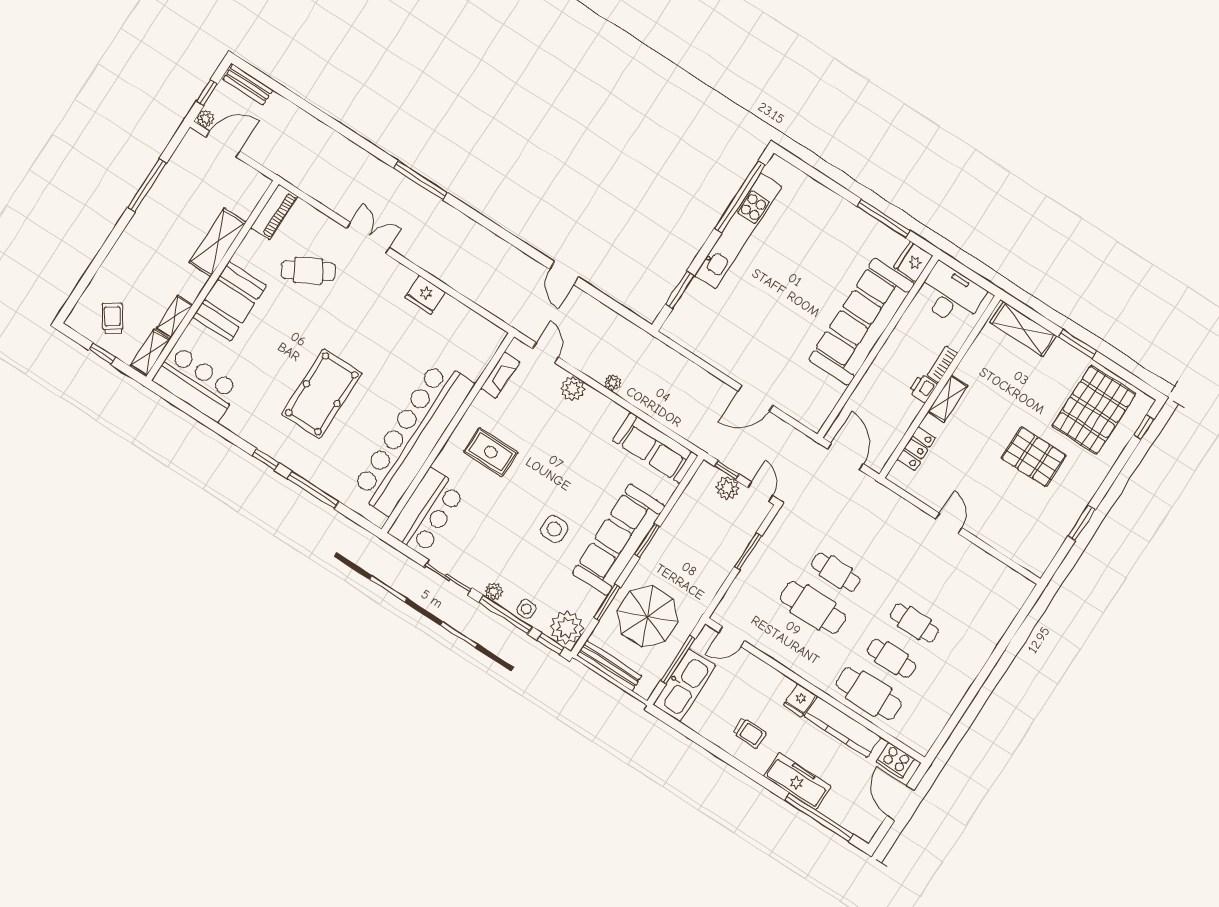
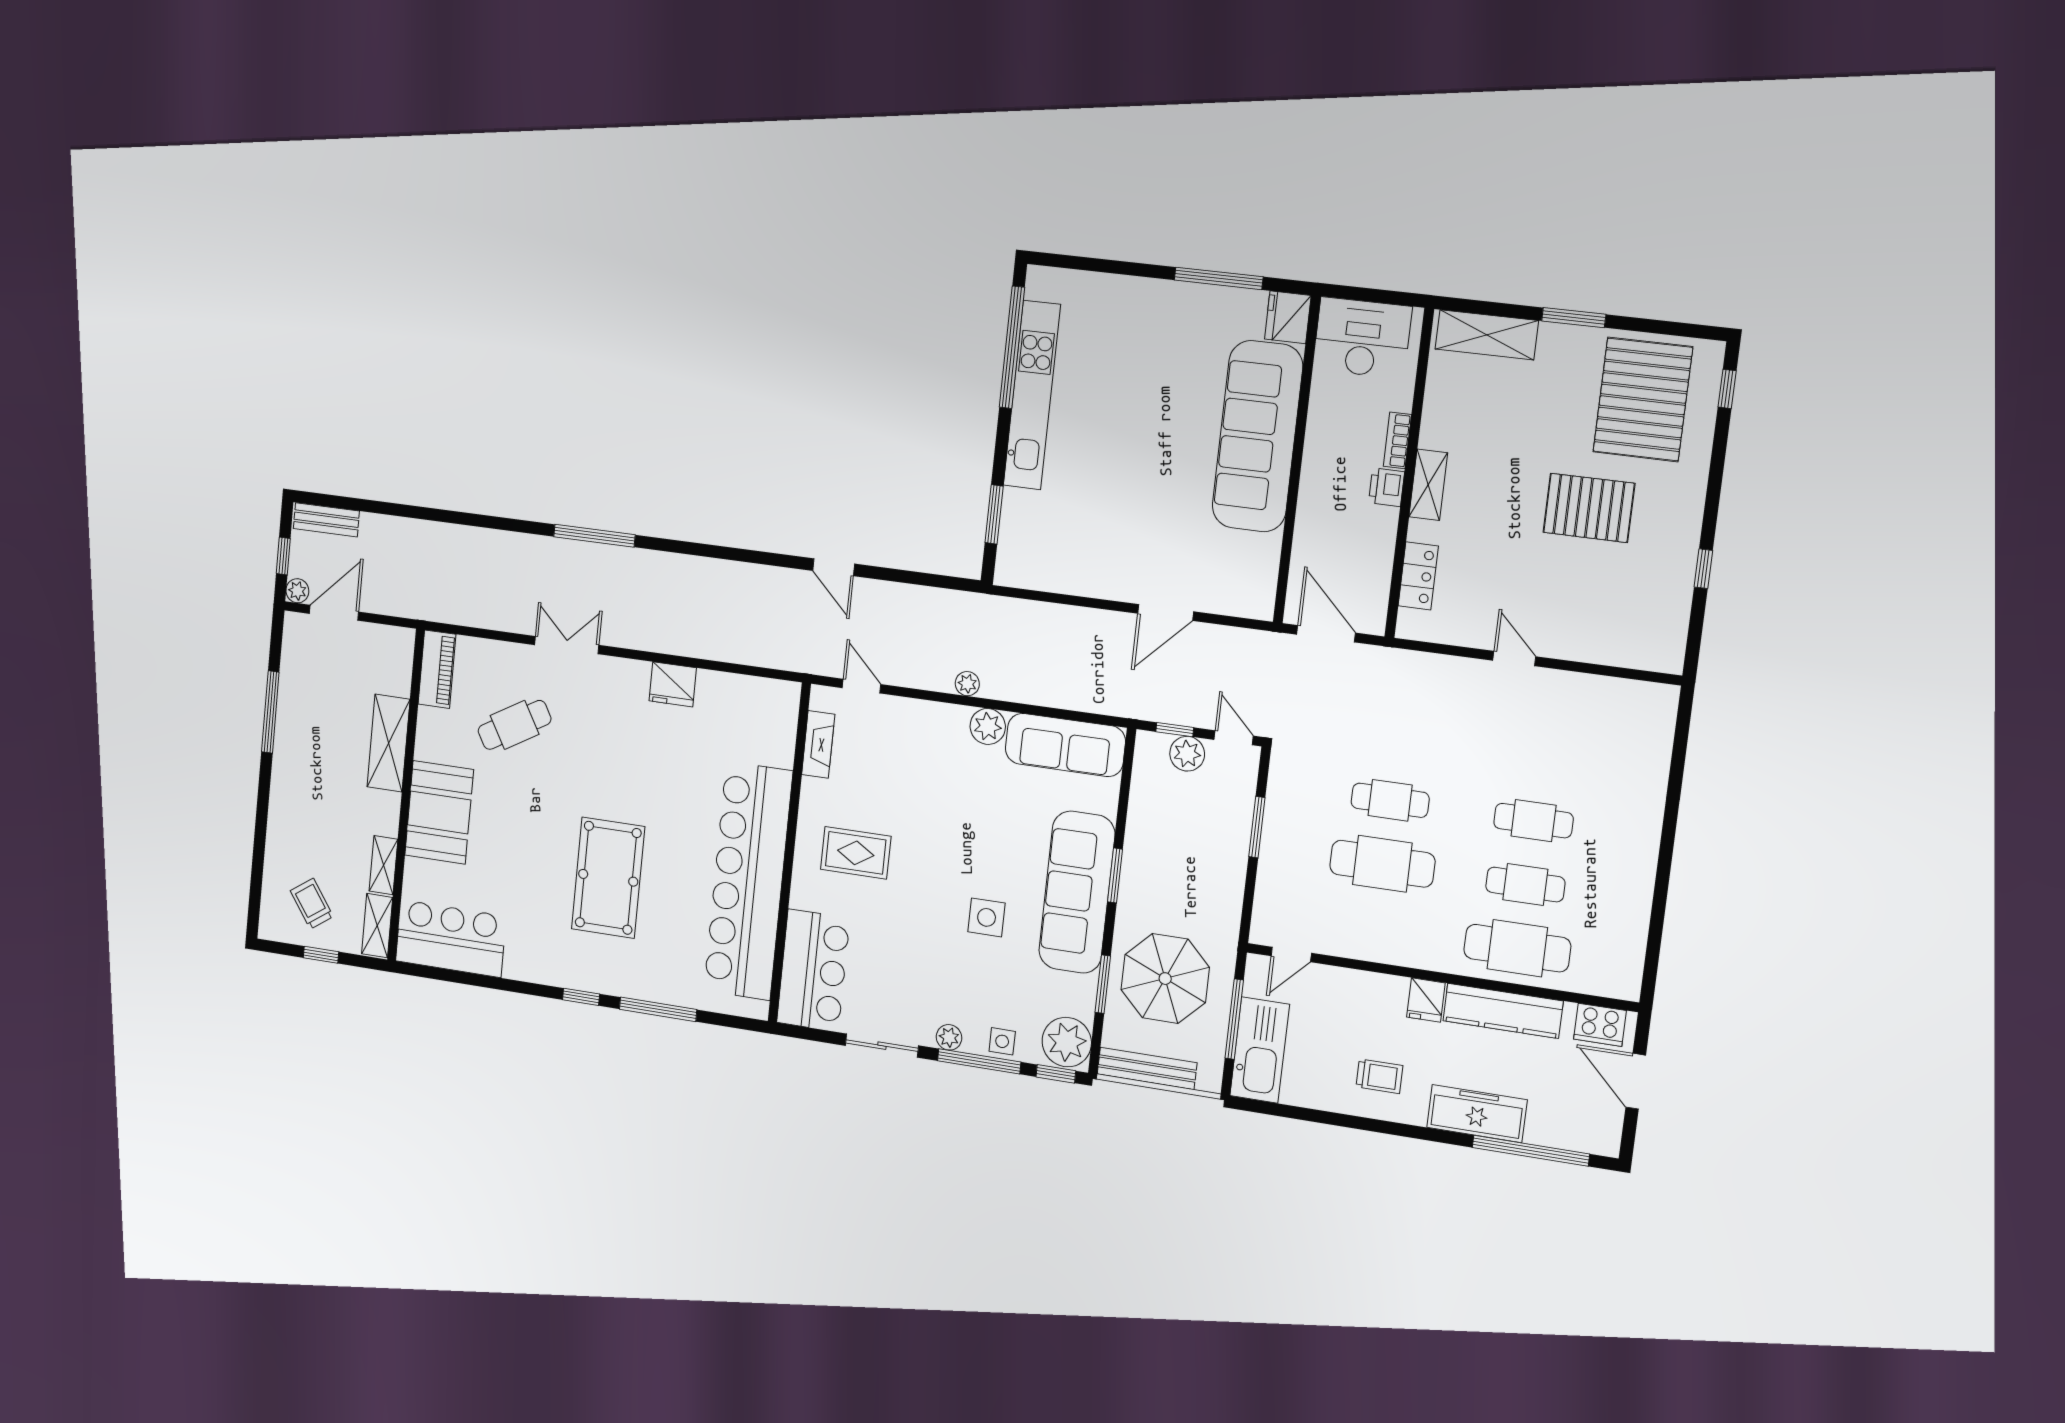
plant: (573, 389) -> (988, 726), moved
window: (1082, 523) -> (1703, 569), width x0.67

